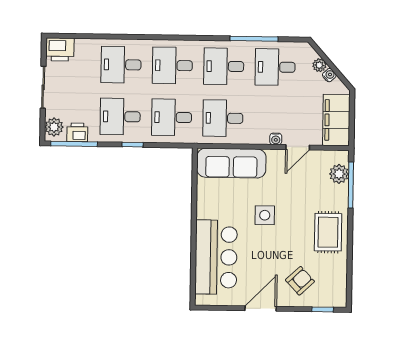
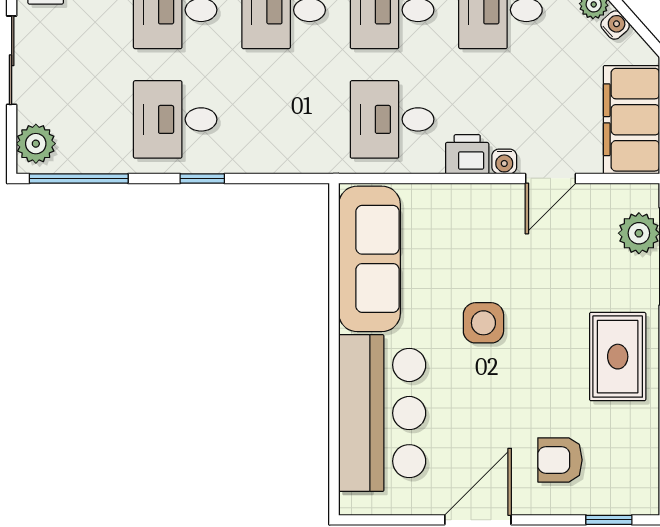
desk: (172, 117) -> (284, 119), removed
printer: (77, 132) -> (467, 154), moved
sofa: (231, 163) -> (370, 259), moved, turned -90
armchair: (300, 281) -> (560, 460), turned -137

